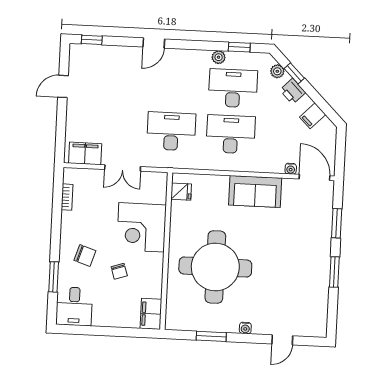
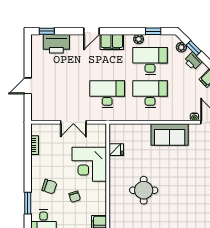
printer: (104, 58) -> (56, 44), added
door: (63, 86) -> (28, 86), moved
filing cabinet: (85, 153) -> (112, 42), moved, turned 180
fridge: (181, 192) -> (116, 150), moved
round table: (215, 267) -> (144, 190), width x0.54, depth x0.54

